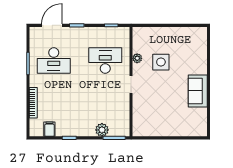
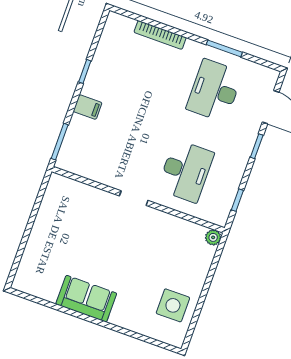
plant: (137, 58) -> (213, 237), moved
side table: (161, 62) -> (173, 305), moved
filing cabinet: (49, 129) -> (87, 107), moved
plant: (102, 130) -> (79, 127), removed

